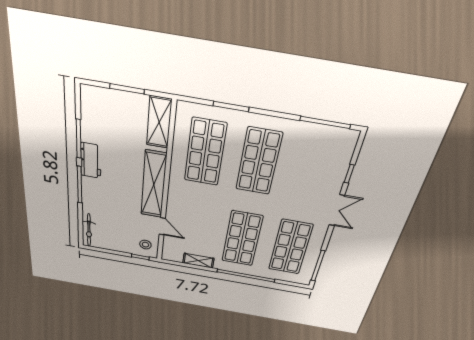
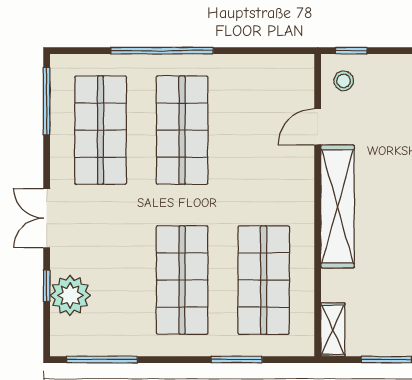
shelving: (159, 122) -> (333, 330), width x0.67, depth x0.75
plant: (335, 165) -> (70, 295), added
door: (162, 226) -> (318, 127), hinge flipped
shelving: (198, 261) -> (249, 66), removed

